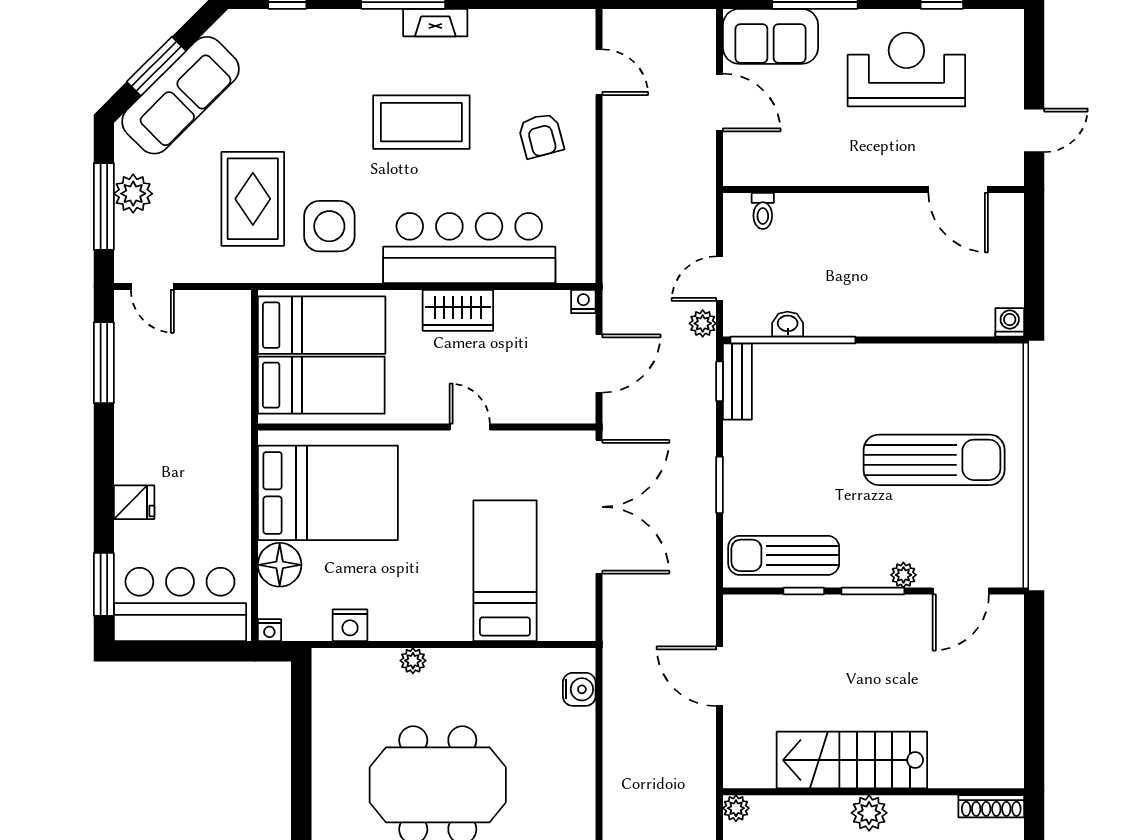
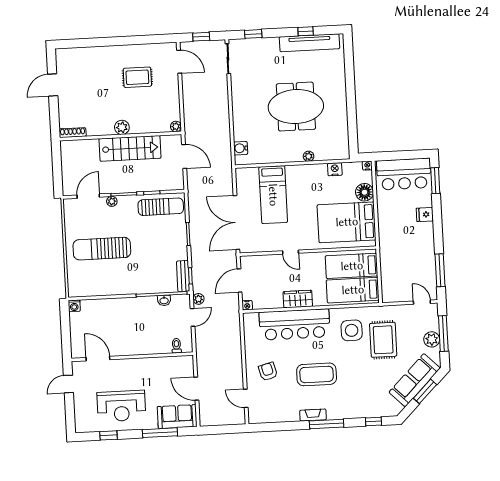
stairs: (852, 760) -> (130, 148), moved
wall: (873, 792) -> (121, 136), moved
shoe rack: (991, 806) -> (73, 133), moved
plant: (736, 808) -> (176, 126), moved
plant: (869, 813) -> (122, 127), moved

